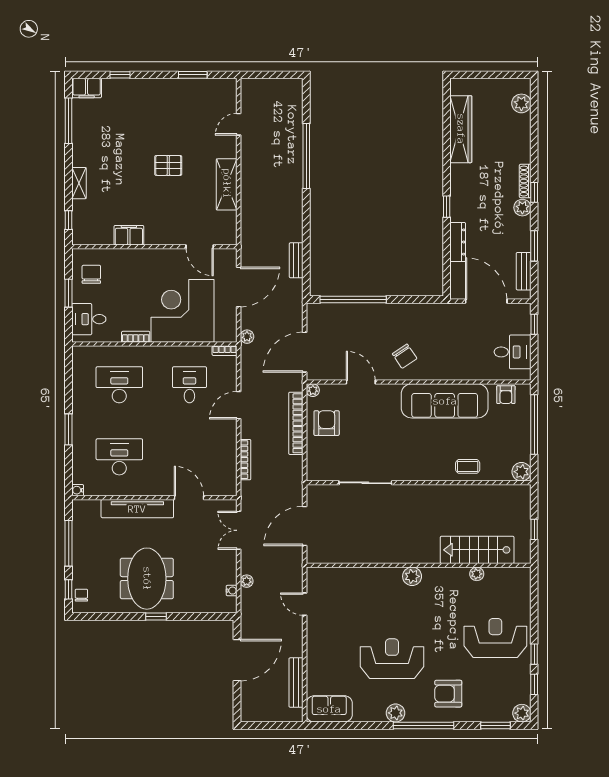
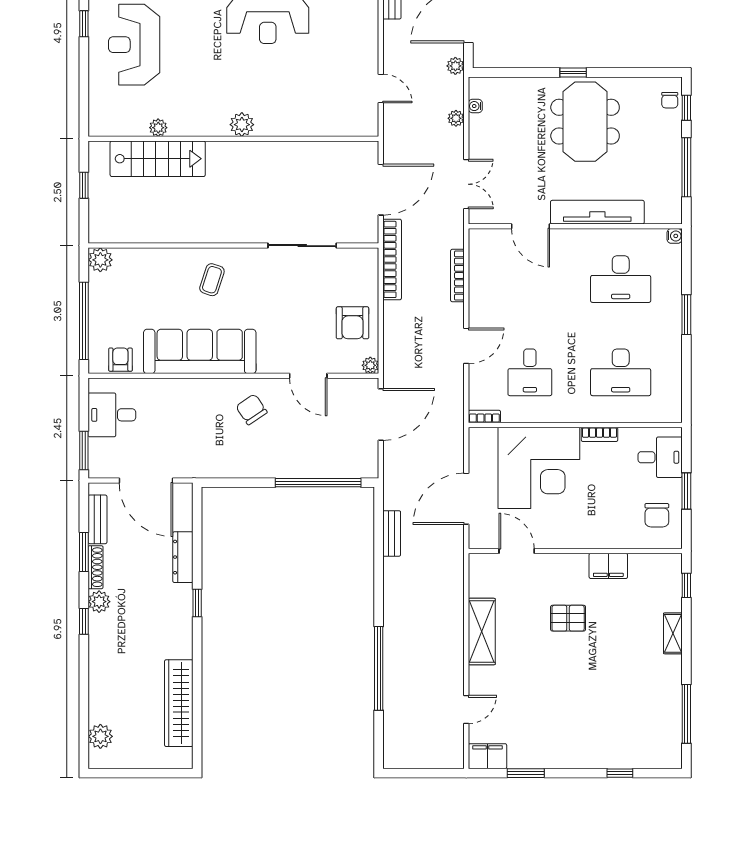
filing cabinet: (87, 88) -> (487, 756), moved
pallet: (168, 165) -> (568, 618), moved
shoe rack: (525, 181) -> (96, 567), moved
window: (534, 324) -> (84, 451), width x1.50
plant: (247, 337) -> (455, 66), moved
bookcase: (296, 423) -> (392, 259), moved
coffee table: (468, 466) -> (212, 280), moved, turned -72
reception desk: (495, 638) -> (134, 45), turned 90

